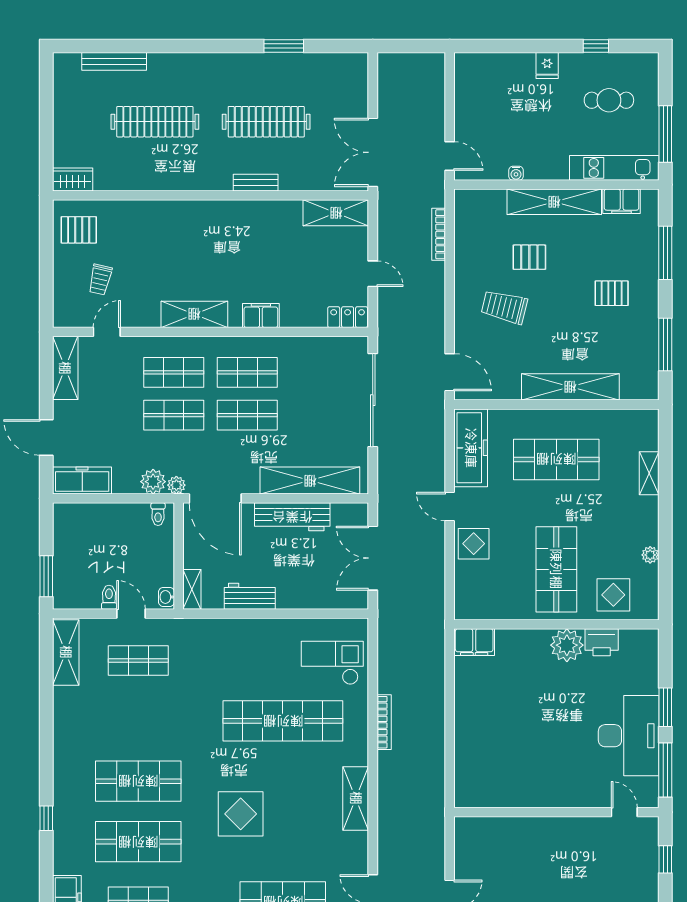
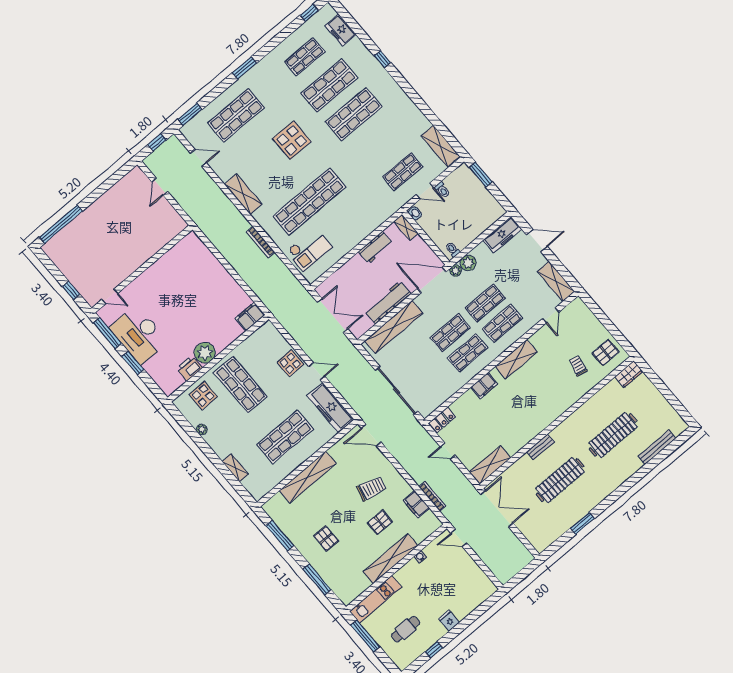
filing cabinet: (622, 201) -> (416, 504), moved, turned -90
trolley: (100, 280) -> (578, 366), moved
pallet: (612, 293) -> (326, 538), turned 90

